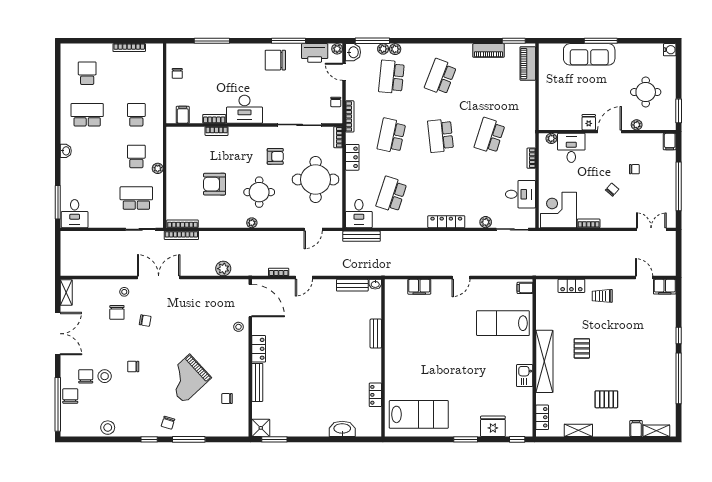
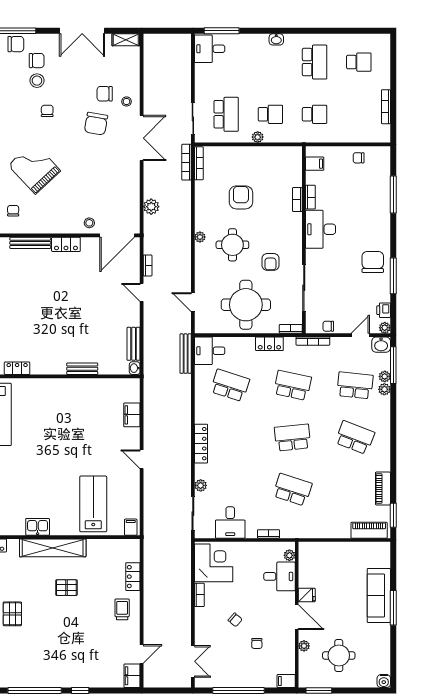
printer: (315, 53) -> (384, 310), width x0.53, depth x0.68
chair: (145, 321) -> (96, 124), width x1.87, depth x1.87

